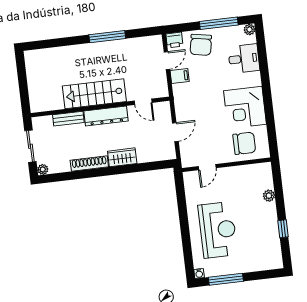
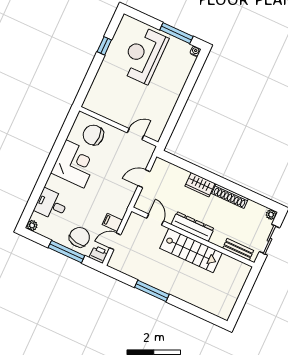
window: (219, 23) -> (66, 252), moved
bench: (68, 119) -> (238, 249), moved
plant: (269, 196) -> (99, 80), removed
reception desk: (218, 230) -> (144, 55), moved

